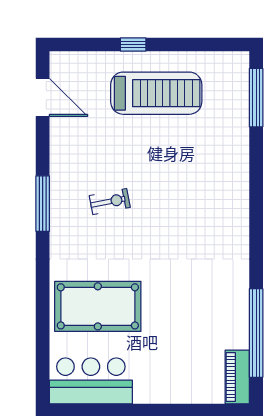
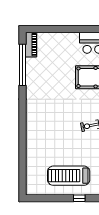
window: (256, 98) -> (22, 174), removed

